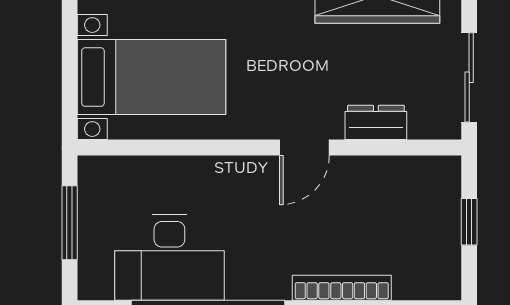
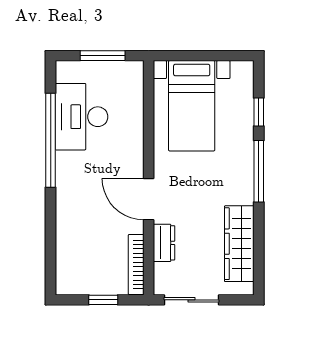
door: (304, 147) -> (149, 199), width x1.38
bookcase: (342, 288) -> (136, 264), moved, turned 180

